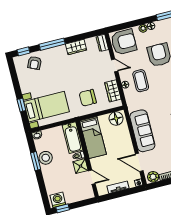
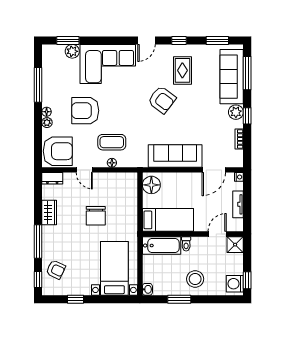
armchair: (124, 42) -> (58, 151), turned 90
door: (115, 65) -> (84, 170), swing flipped
wardrobe: (113, 91) -> (116, 180), removed
chair: (88, 98) -> (96, 216), moved
window: (21, 105) -> (76, 299), moved
stool: (46, 158) -> (195, 279), moved
shower: (80, 166) -> (235, 245), moved
plant: (153, 177) -> (236, 157), removed

